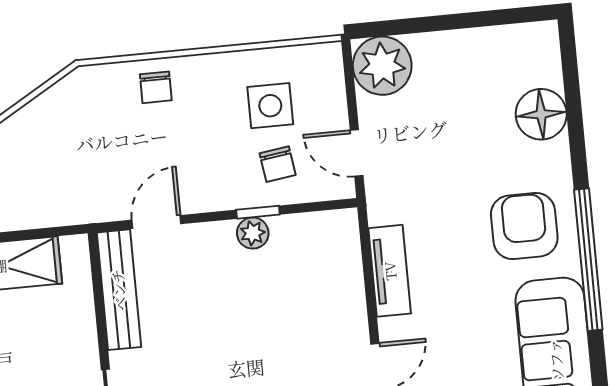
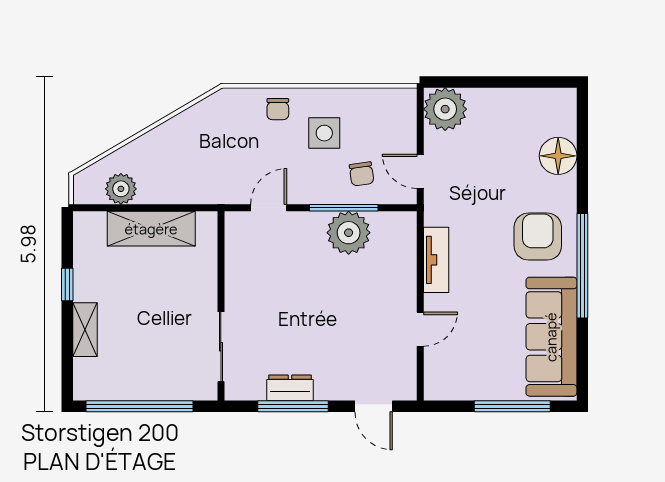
side table: (270, 106) -> (324, 133), moved
window: (258, 212) -> (344, 208), width x2.17
plant: (253, 233) -> (349, 233), width x1.88, depth x1.88
bench: (119, 290) -> (237, 255), removed

